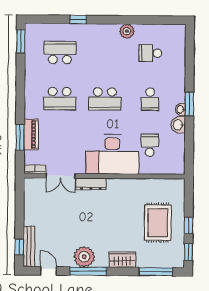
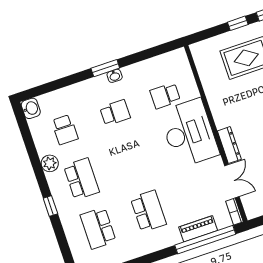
window: (78, 19) -> (50, 206), moved
school desk: (105, 99) -> (81, 179), moved
washbasin: (178, 125) -> (31, 108), moved, turned -90
window: (20, 137) -> (205, 240), width x2.11

